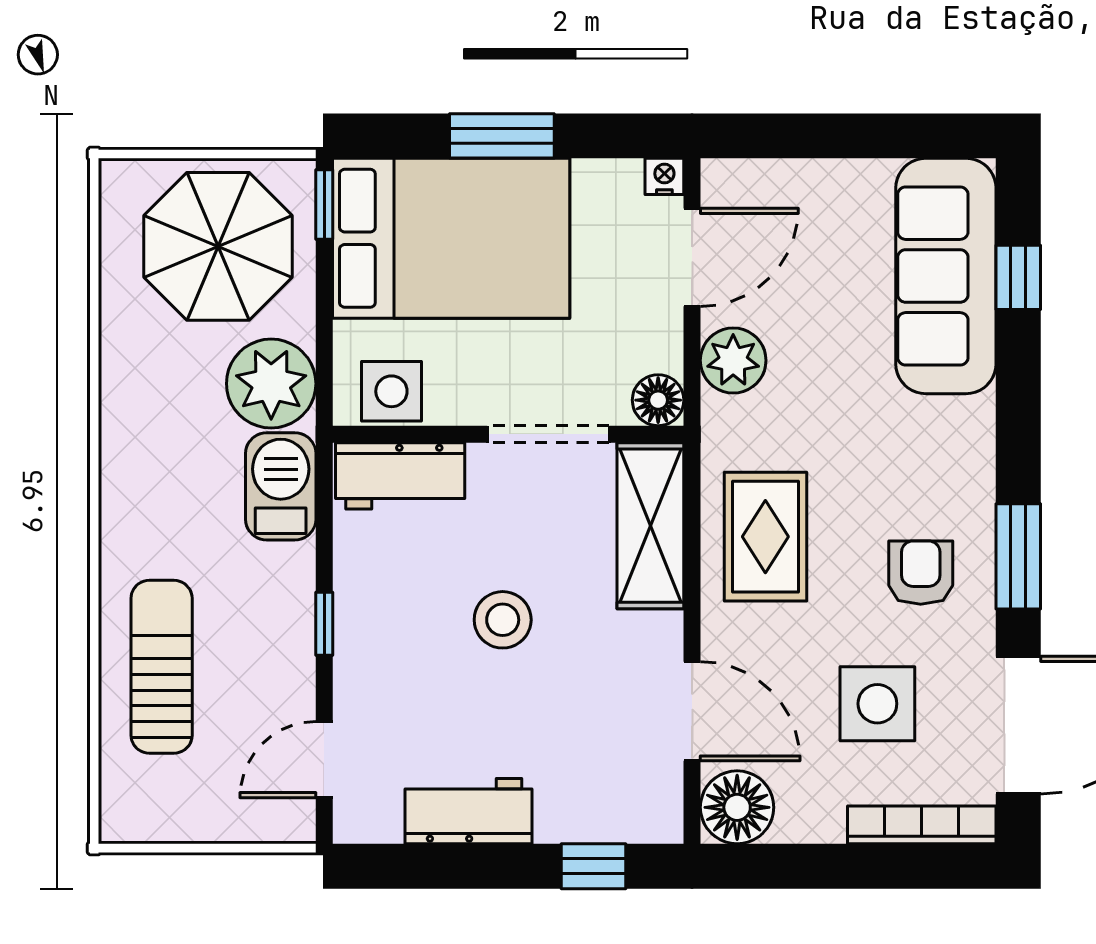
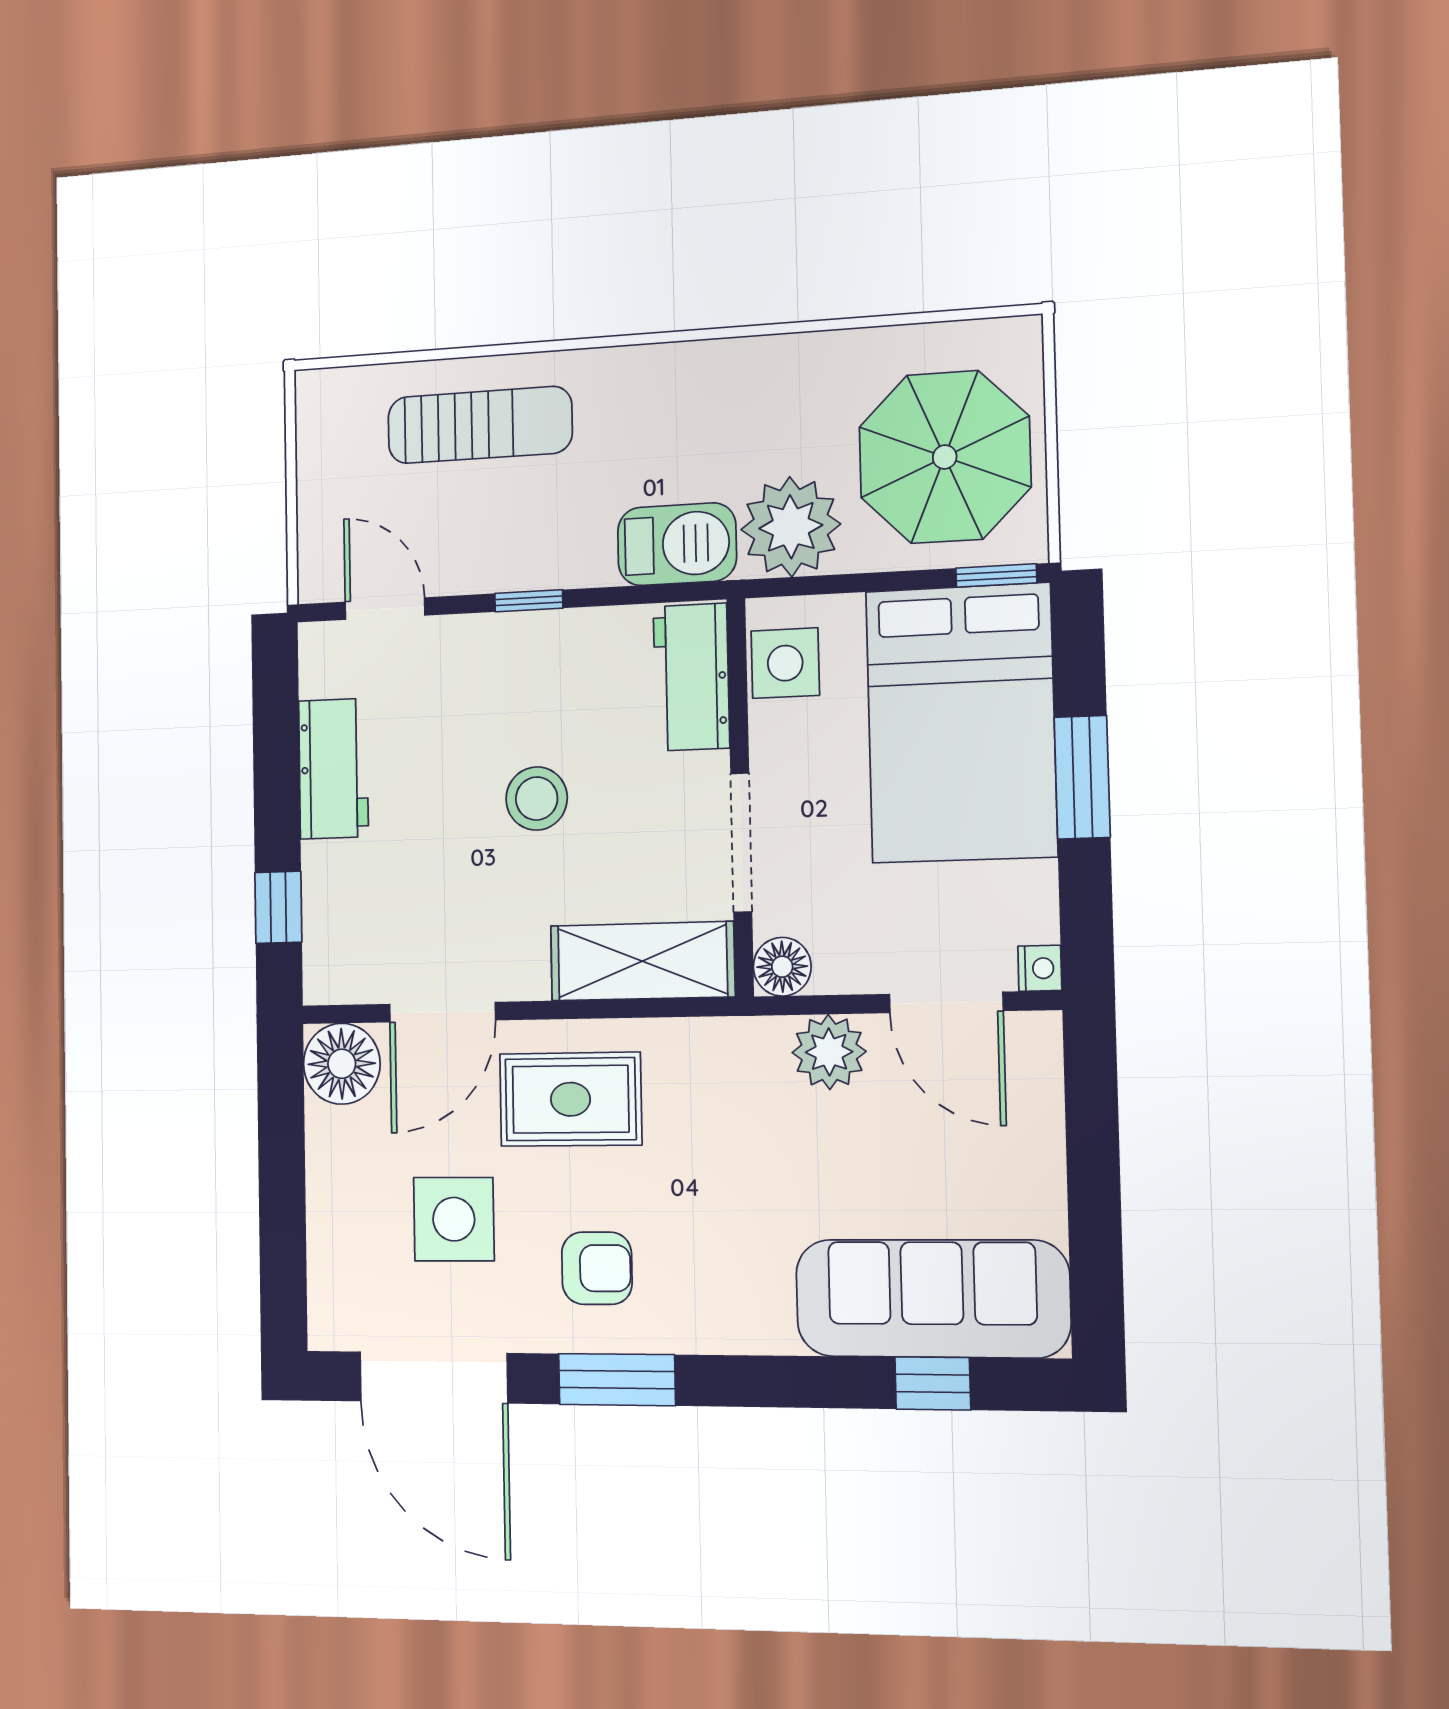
rug: (765, 537) -> (570, 1099), moved
bookcase: (922, 825) -> (326, 1269), removed

